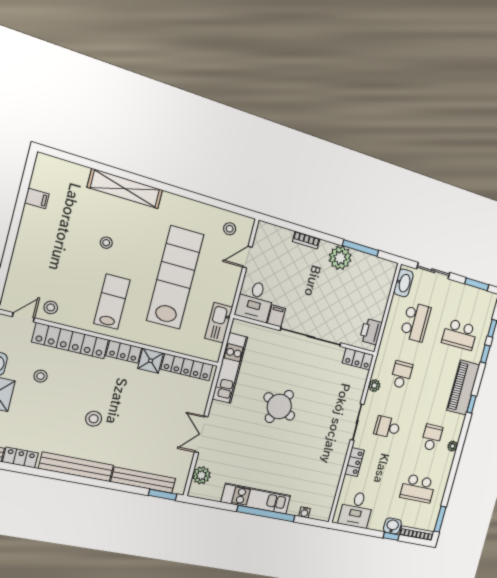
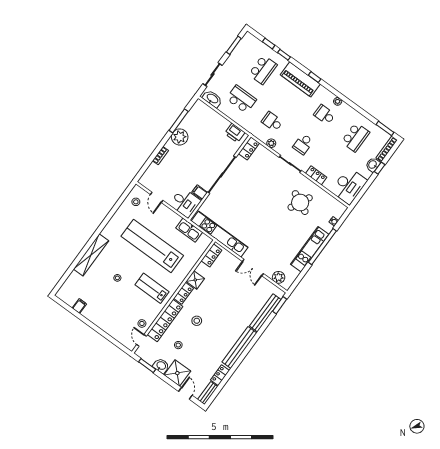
locker: (187, 367) -> (211, 255), width x0.66
kitchen unit: (230, 368) -> (220, 234), width x1.36
round table: (279, 406) -> (300, 203), moved
stool: (94, 419) -> (197, 321), moved
desk: (356, 510) -> (349, 186), width x1.37

